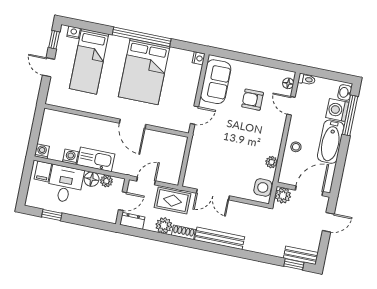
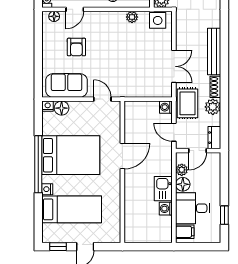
nightstand: (74, 32) -> (47, 189), moved
floor lamp: (194, 72) -> (62, 108), added
washing machine: (42, 151) -> (166, 107), moved
kitchen sink: (96, 159) -> (163, 189), width x0.73
door: (123, 201) -> (198, 151), swing flipped

